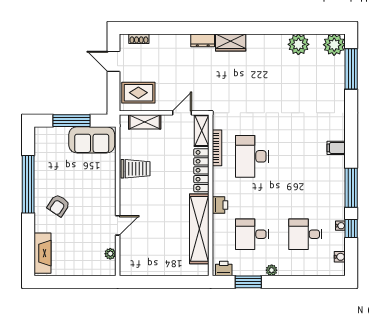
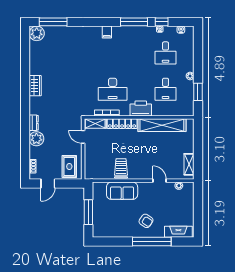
wardrobe: (231, 42) -> (35, 86), moved
plant: (298, 44) -> (36, 139), moved
shelving: (145, 122) -> (189, 164), moved
sofa: (92, 140) -> (122, 191), moved, turned 90
window: (28, 184) -> (152, 241), moved
printer: (220, 205) -> (141, 109), width x1.87, depth x1.48
printer: (224, 269) -> (189, 108), removed

